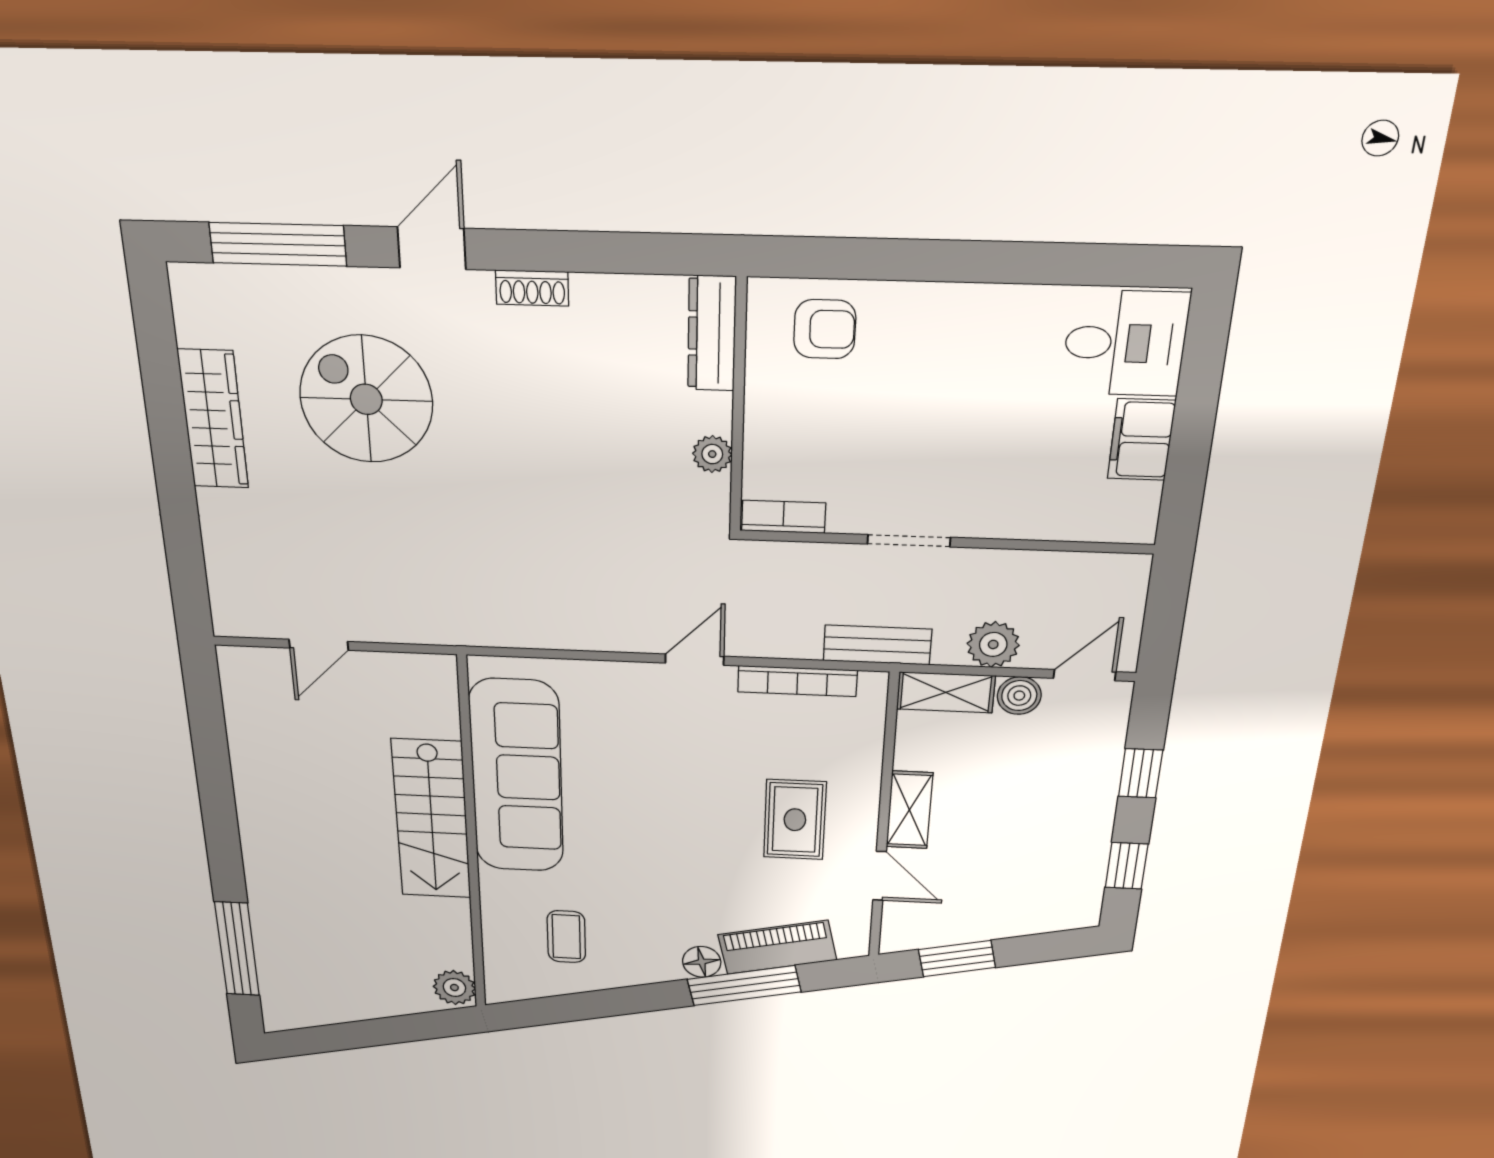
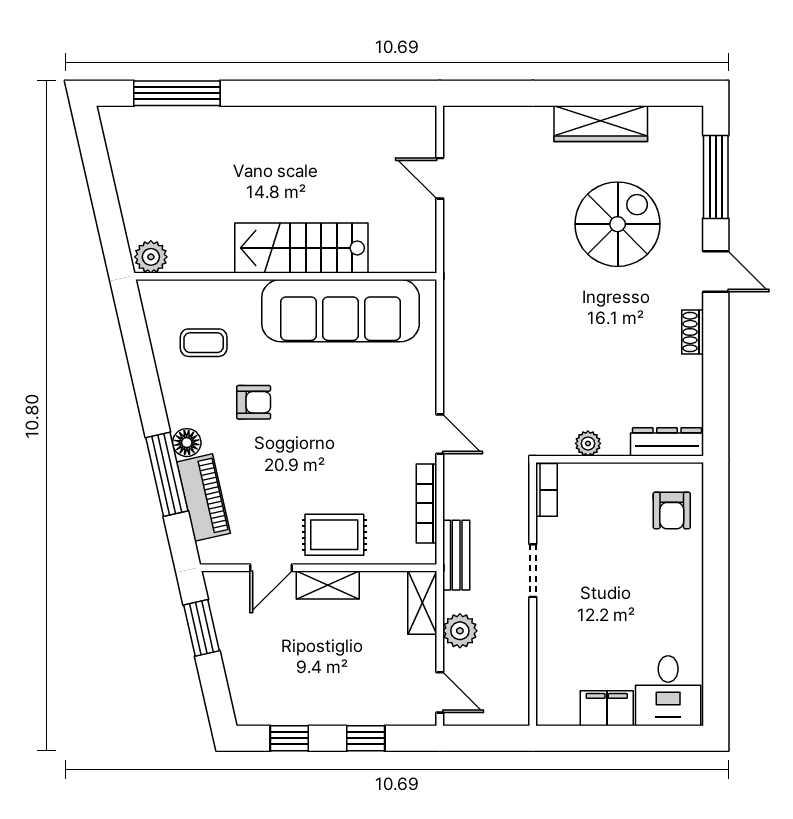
boiler: (1019, 696) -> (422, 651), removed
rug: (795, 820) -> (334, 535), moved
armchair: (647, 885) -> (254, 402), added

